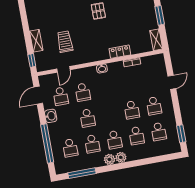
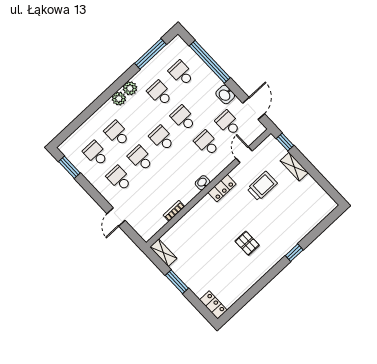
trolley: (65, 42) -> (262, 186), turned -90
locker: (120, 52) -> (222, 188), moved
school desk: (114, 140) -> (162, 138), moved

